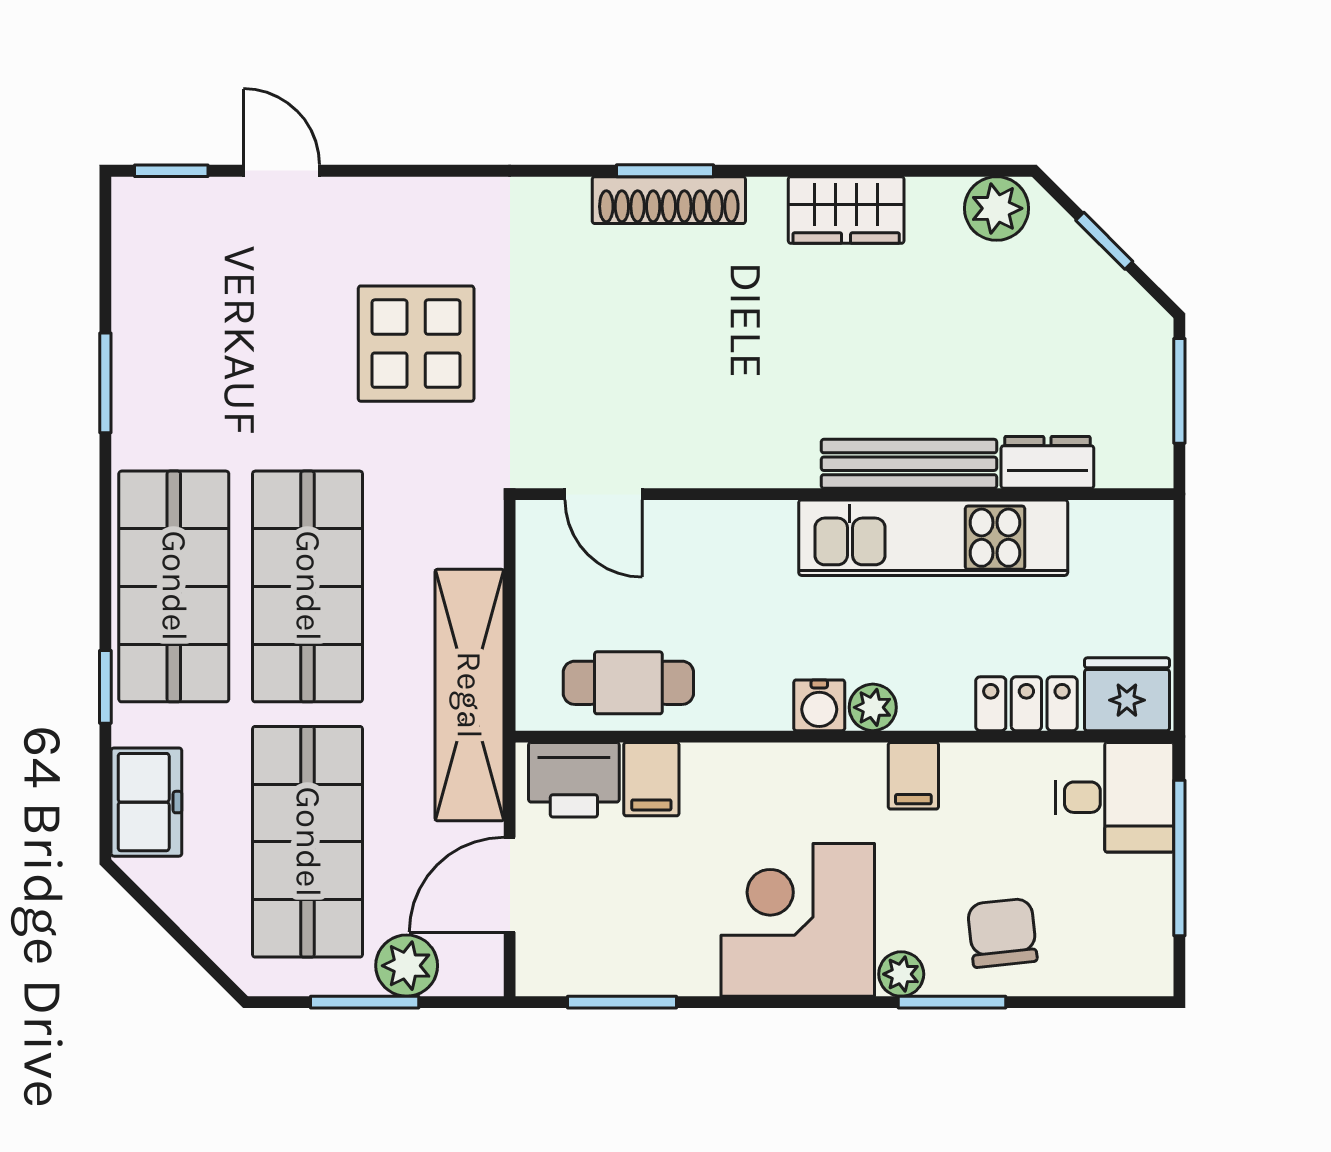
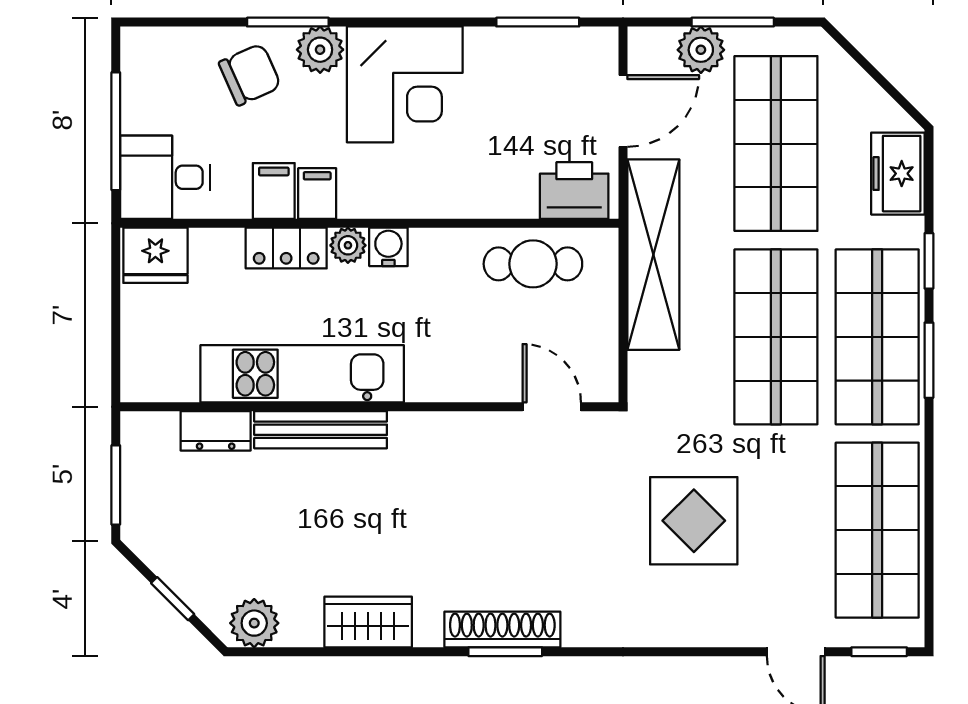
shop shelf: (174, 331) -> (877, 530), added
window: (105, 383) -> (929, 360), moved
locker: (1026, 704) -> (286, 248), moved
filing cabinet: (651, 779) -> (274, 191), moved
chair: (1002, 933) -> (250, 75), turned -108
plant: (901, 974) -> (320, 50), width x1.38, depth x1.38

